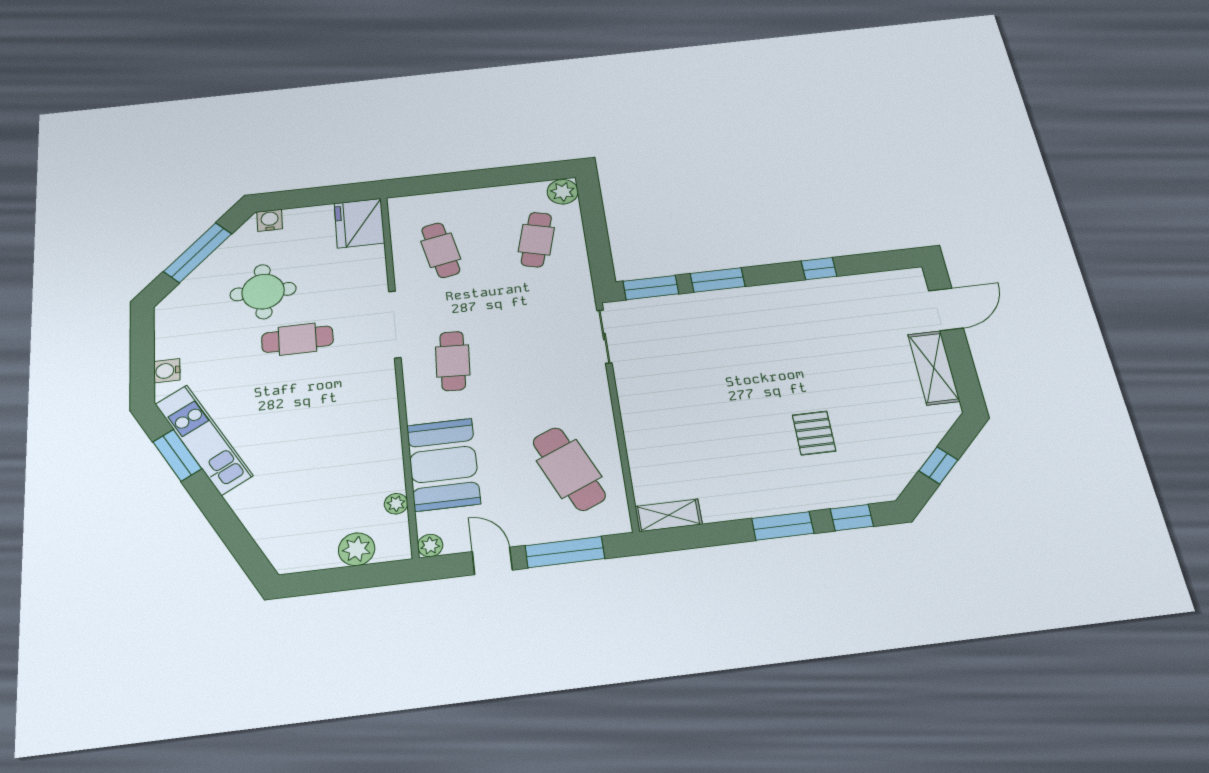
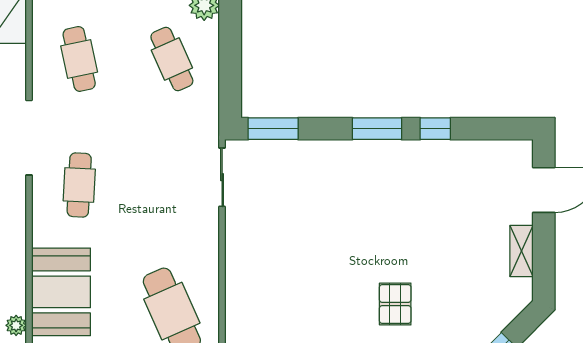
cafe table: (536, 240) -> (172, 59), turned -39
window: (718, 280) -> (377, 129), moved
shelving: (934, 368) -> (522, 251), width x0.67, depth x0.75

